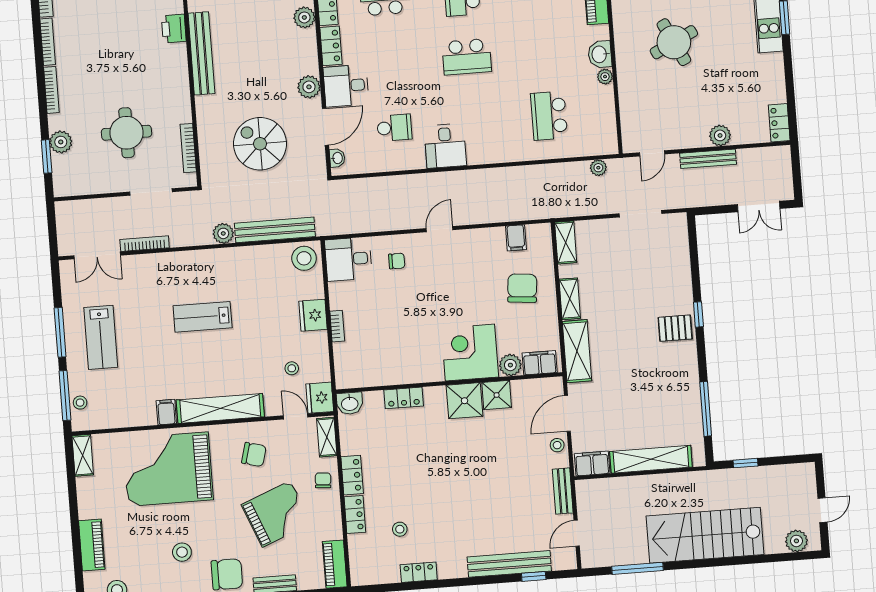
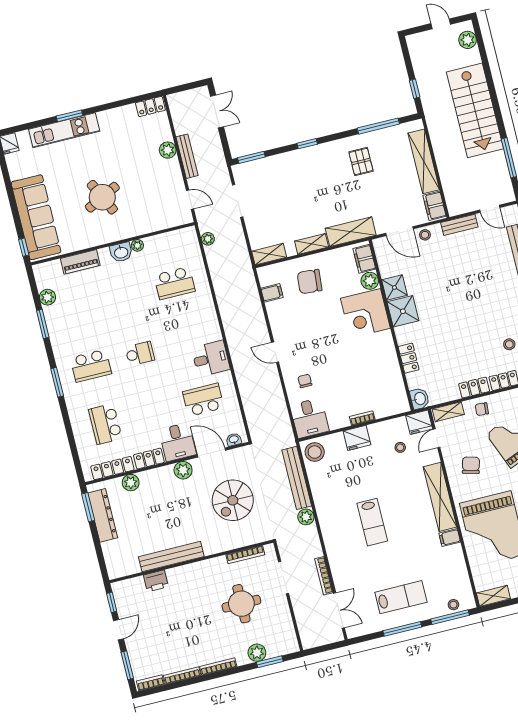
school desk: (467, 57) -> (140, 354), width x0.54
school desk: (394, 128) -> (203, 400), width x1.85
window: (693, 241) -> (251, 157), added
pallet: (675, 328) -> (361, 161), moved

